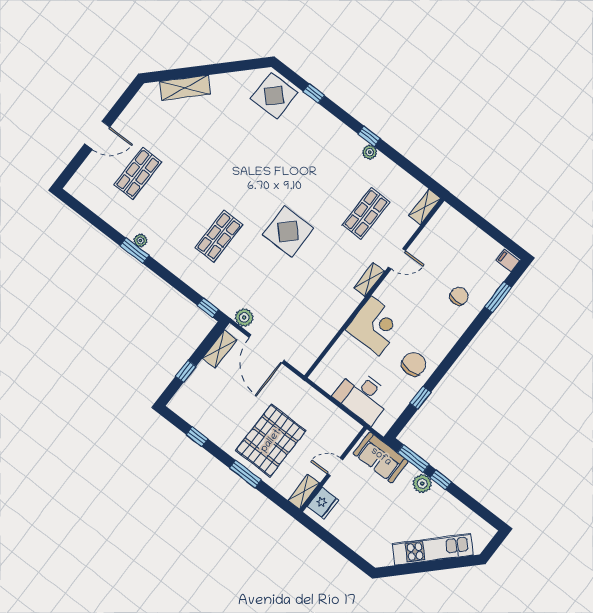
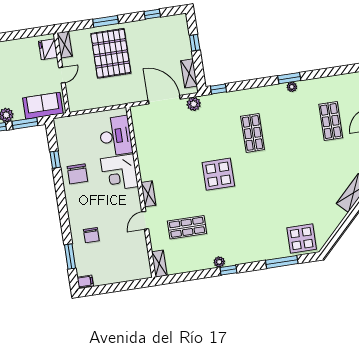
window: (314, 93) -> (282, 262), width x2.17
shop shelf: (366, 213) -> (187, 227), turned 90
desk: (363, 396) -> (116, 136), moved, turned 90

